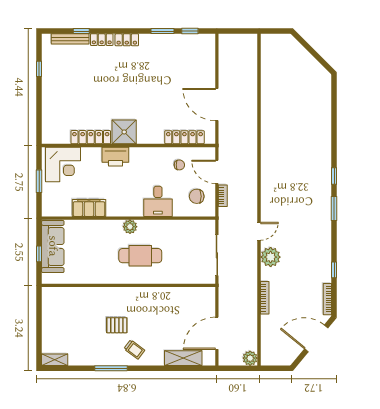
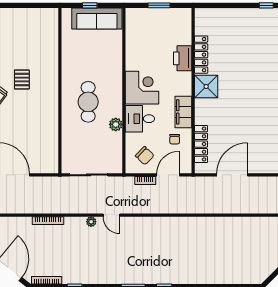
printer: (115, 157) -> (183, 58), moved
corner desk: (63, 164) -> (142, 88), moved, turned 180
chair: (197, 196) -> (145, 156), turned 134
filing cabinet: (89, 208) -> (183, 112), moved, turned 180
plant: (130, 227) -> (116, 124), moved
plant: (271, 257) -> (91, 222), width x0.53, depth x0.53

